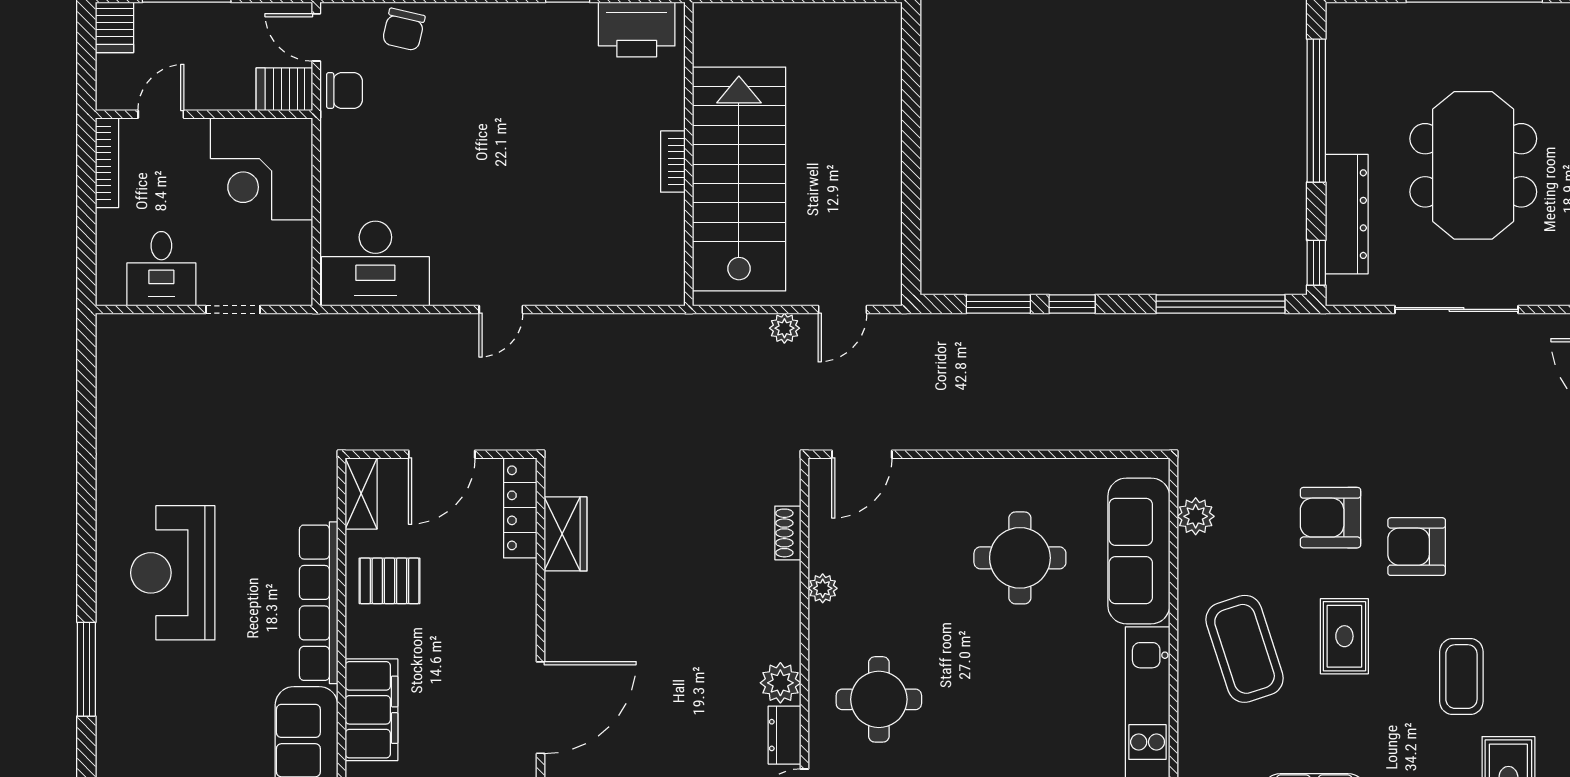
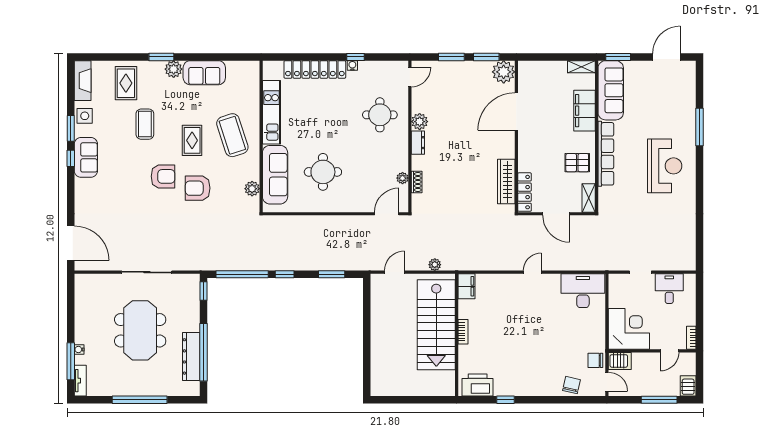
bookcase: (107, 163) -> (691, 338), width x0.64
dresser: (1347, 214) -> (191, 356), moved
filing cabinet: (664, 274) -> (466, 286), added
window: (1072, 304) -> (285, 274), moved
plant: (784, 328) -> (435, 265), moved
door: (442, 454) -> (556, 214), swing flipped
armchair: (1331, 518) -> (198, 188), turned 180
wardrobe: (565, 534) -> (506, 182), width x1.50
plant: (823, 588) -> (403, 178), moved
dresser: (785, 735) -> (418, 143), moved

